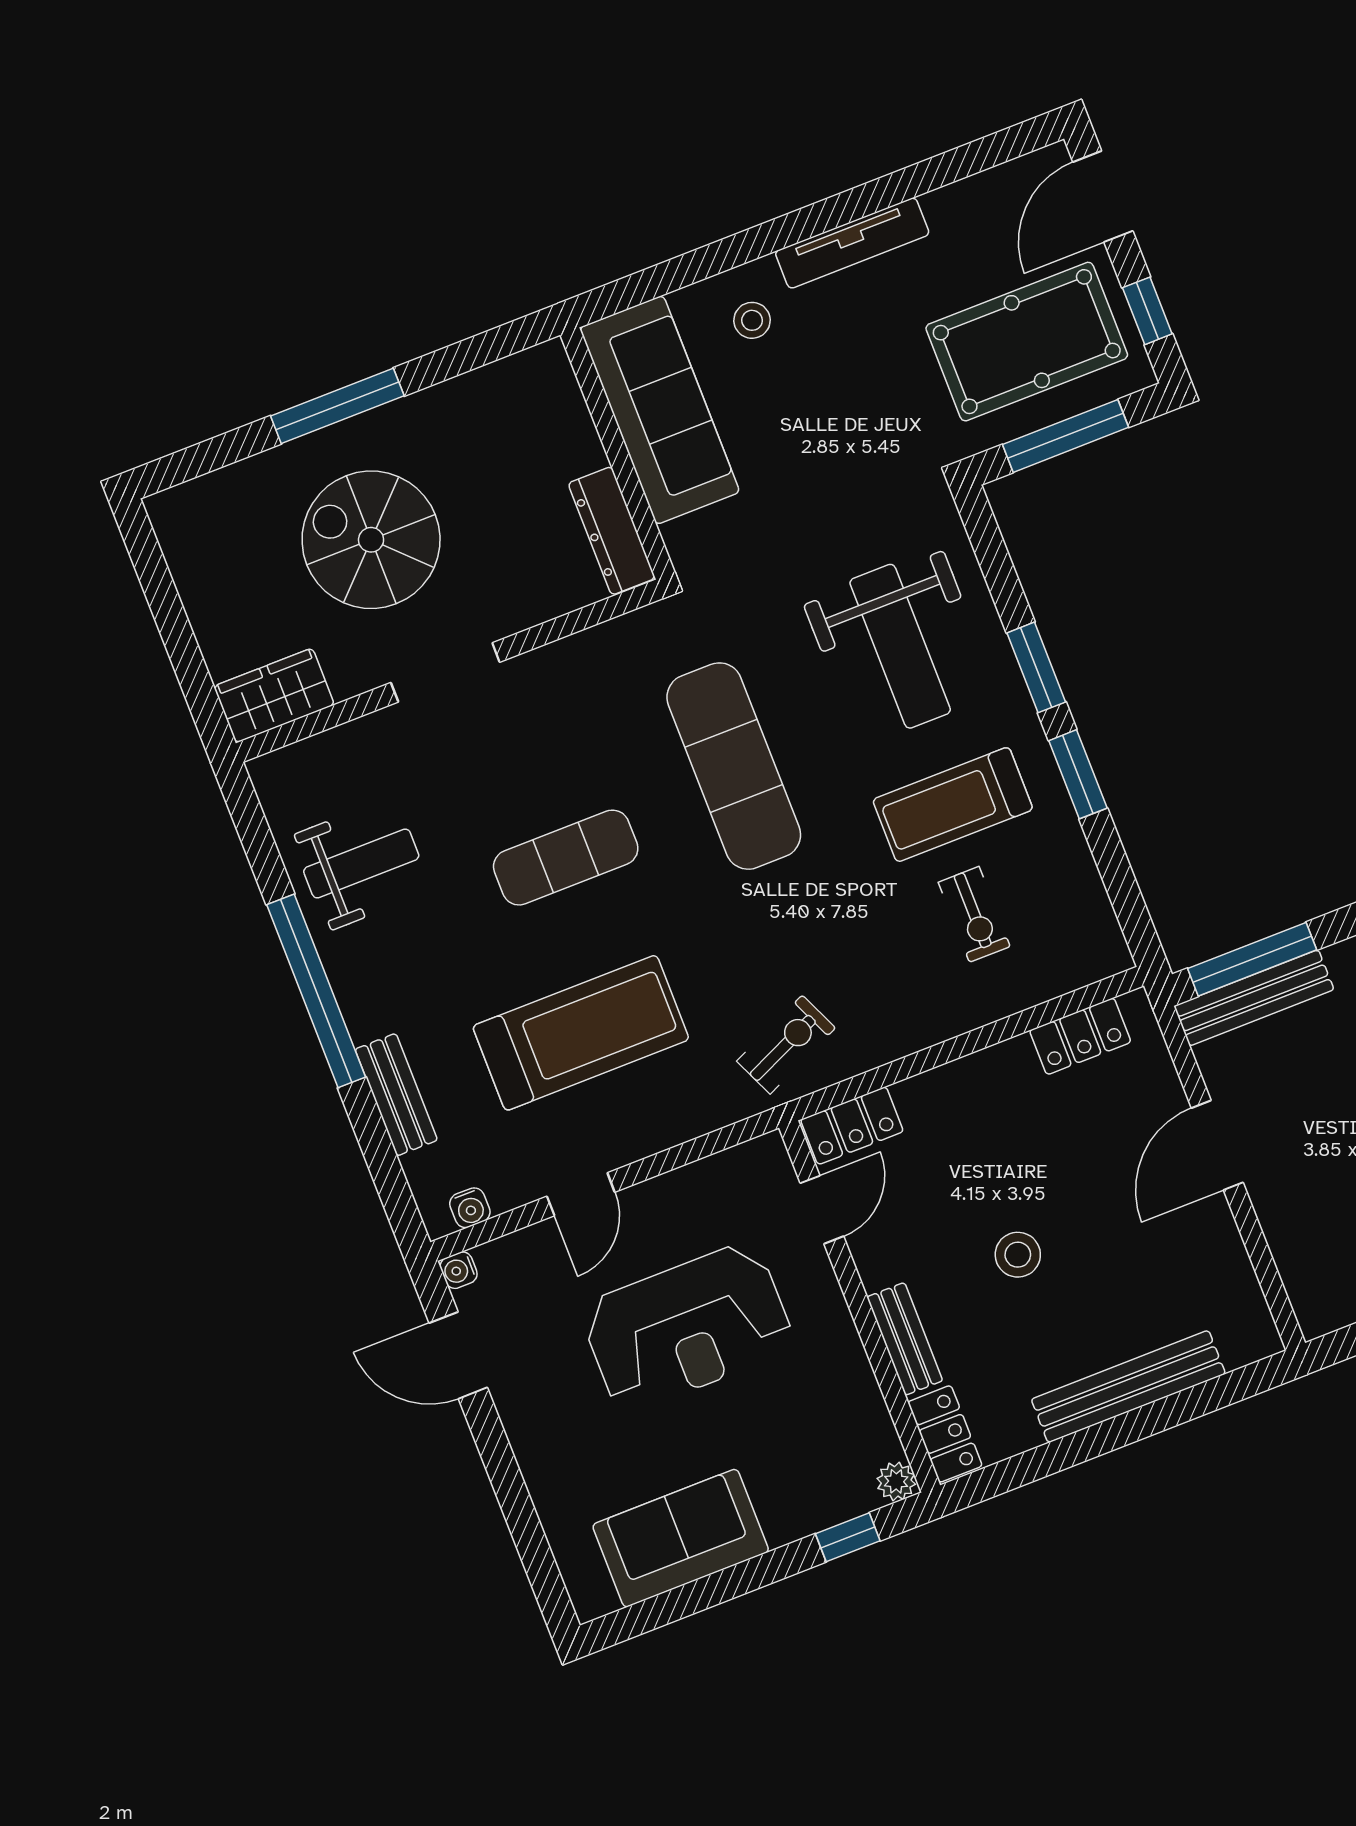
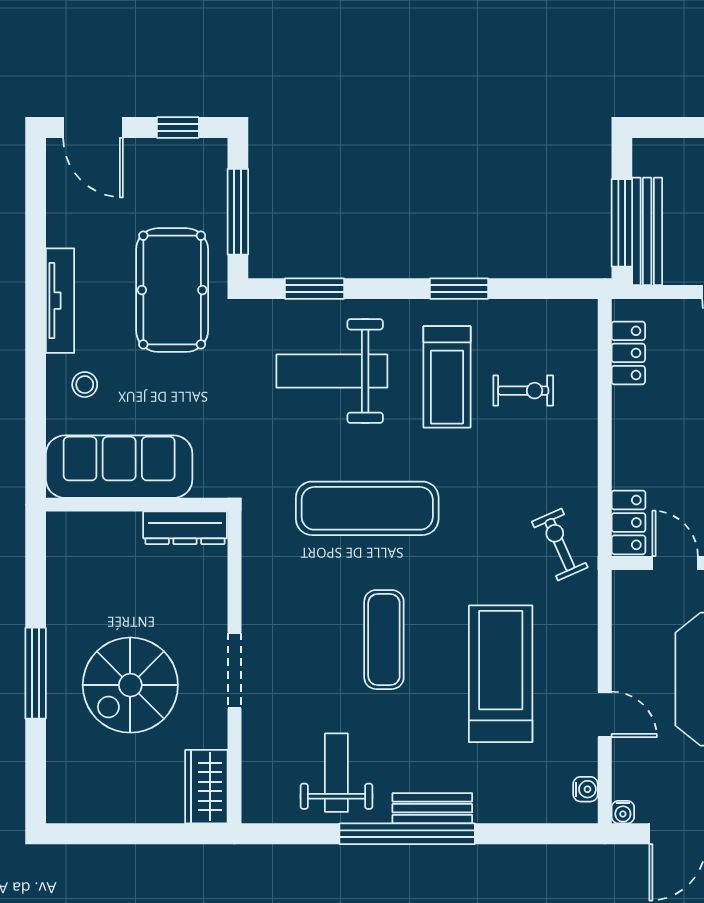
pool table: (1027, 342) -> (172, 290), moved
weight bench: (900, 646) -> (332, 371), turned 180
window: (1036, 667) -> (315, 289), moved
bench: (396, 1095) -> (432, 808), moved

